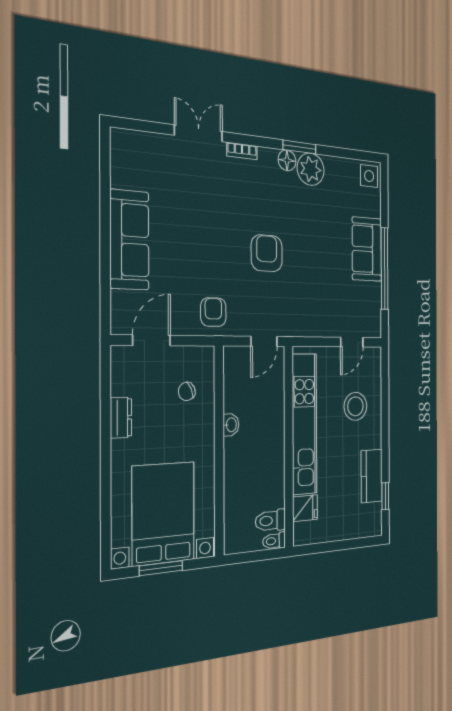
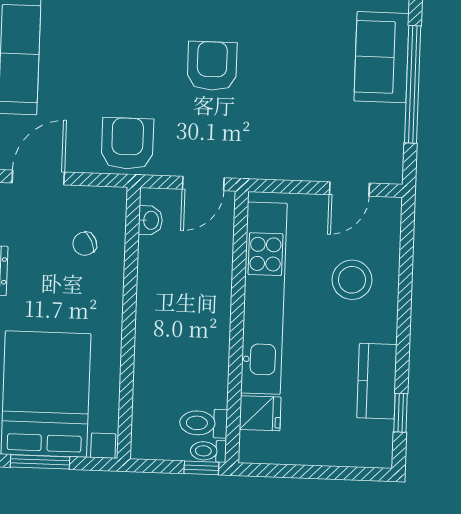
armchair: (213, 312) -> (127, 144), width x1.38, depth x1.38
washbasin: (231, 425) -> (150, 220), moved
window: (270, 554) -> (201, 468), added

